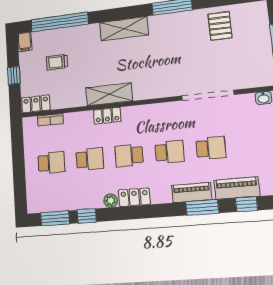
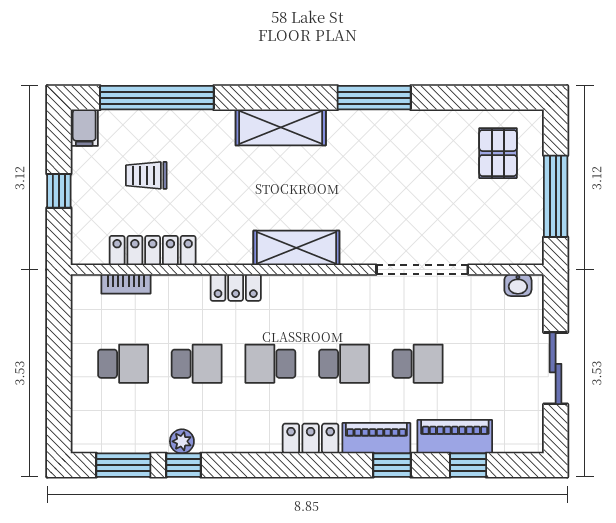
pallet: (220, 26) -> (498, 153), moved
shelving: (109, 94) -> (296, 248), moved
locker: (36, 104) -> (153, 250), moved, width x1.53
locker: (134, 197) -> (311, 438), moved
plant: (111, 201) -> (182, 441), moved
window: (202, 207) -> (392, 465), width x0.67

